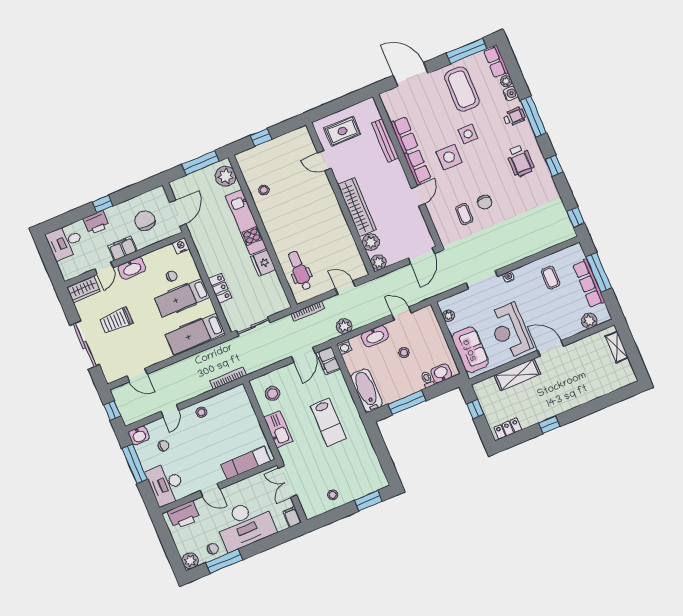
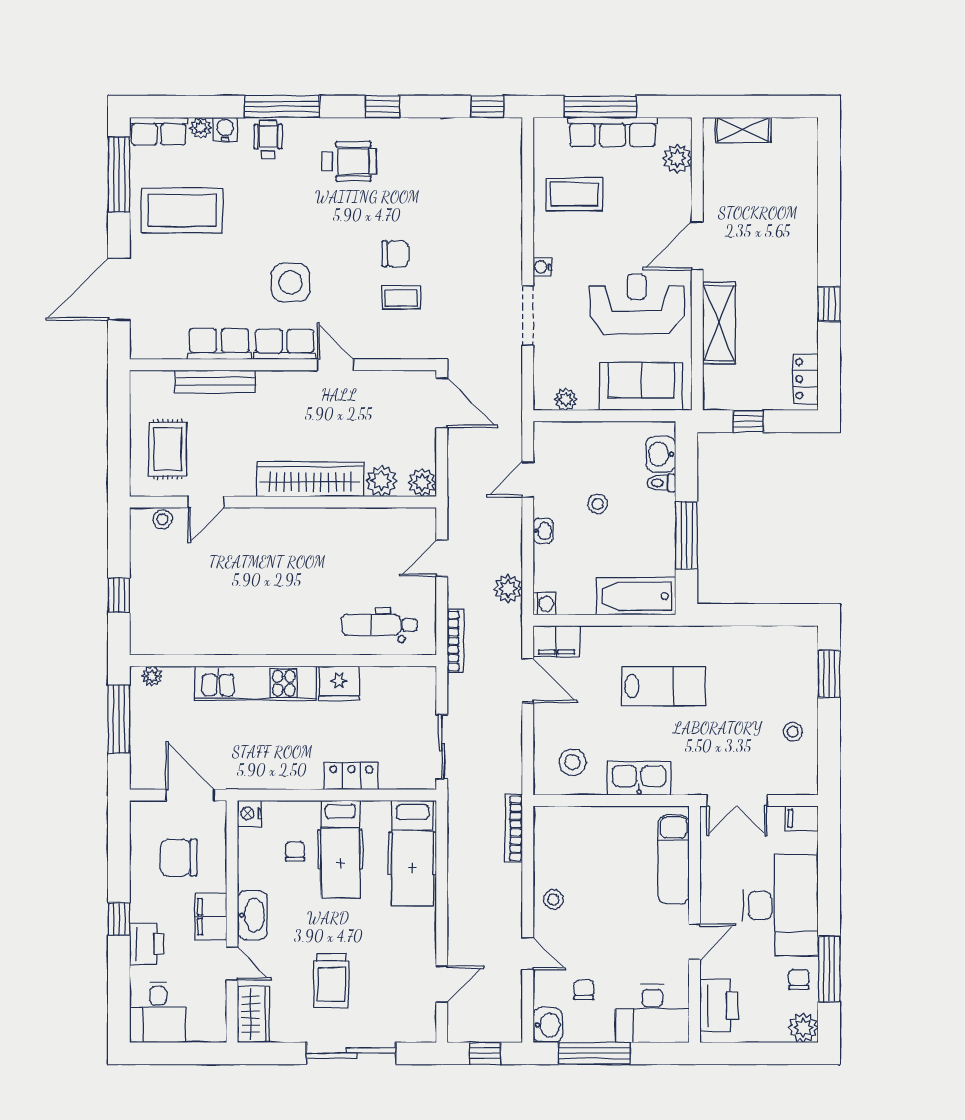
side table: (468, 134) -> (264, 233), removed
plant: (226, 176) -> (152, 676), width x0.53, depth x0.53
stool: (264, 190) -> (162, 519), moved
coffee table: (551, 278) -> (574, 194), width x1.36, depth x1.30
reception desk: (510, 331) -> (637, 304), turned 180
washbasin: (375, 336) -> (543, 531), width x0.52, depth x0.69

